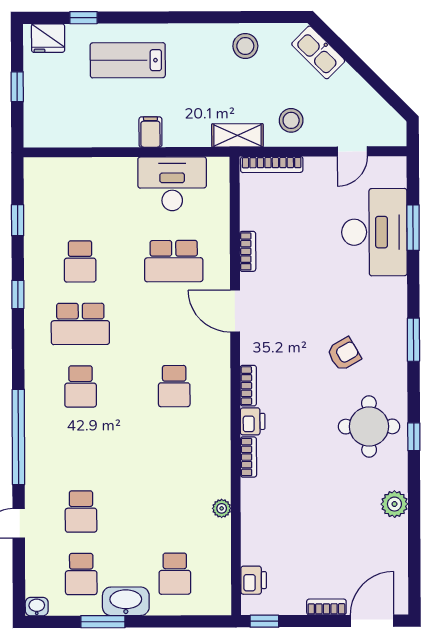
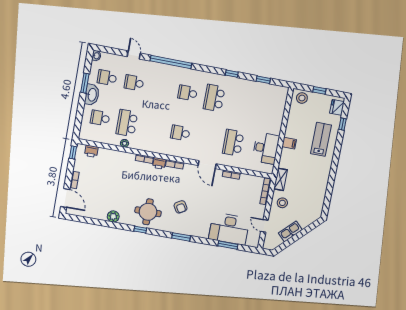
stool: (245, 46) -> (302, 98), moved
kitchen sink: (318, 52) -> (290, 231), moved
school desk: (80, 261) -> (127, 123), moved, width x1.85
door: (235, 311) -> (207, 165), swing flipped

